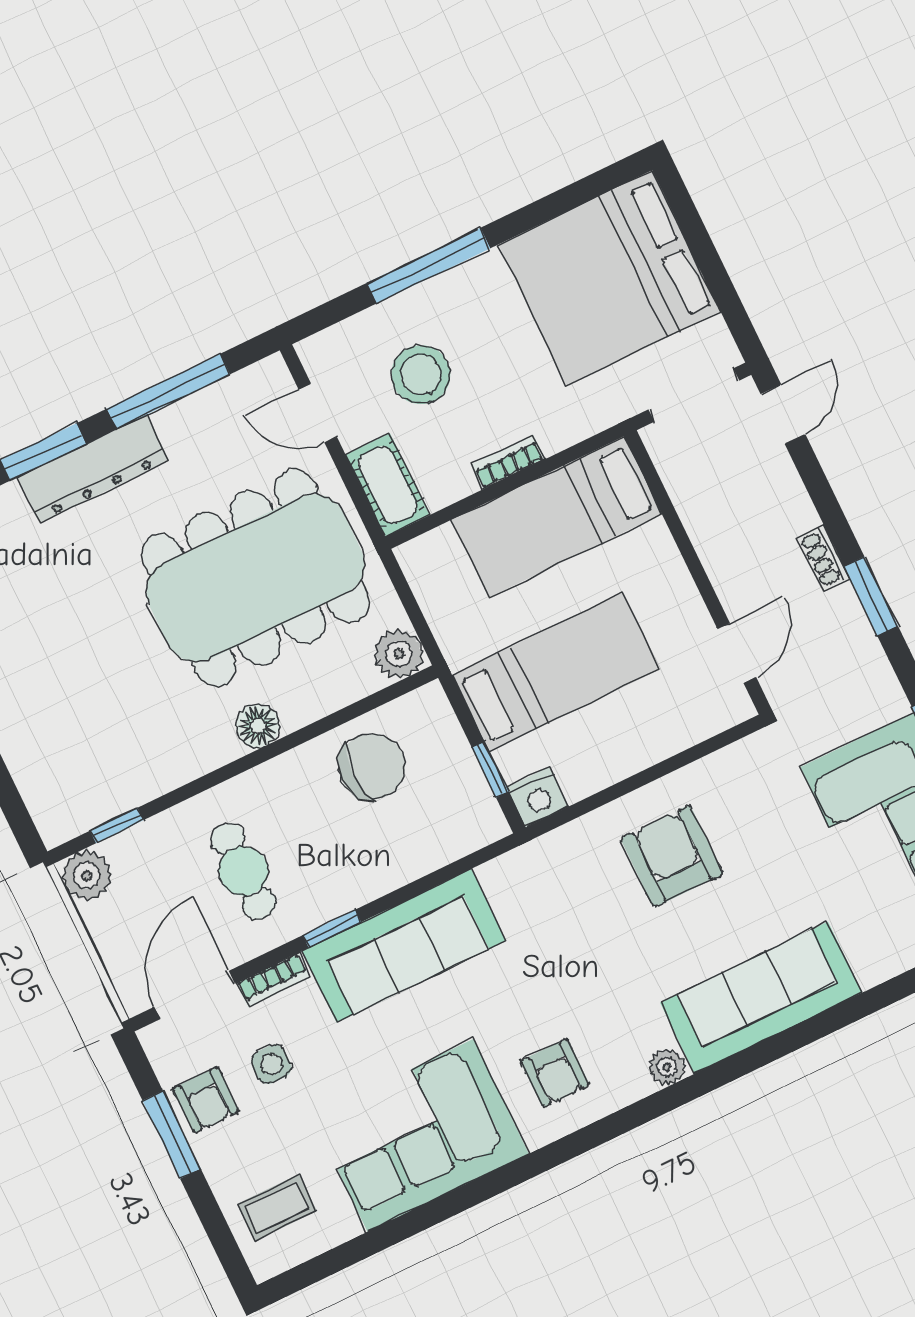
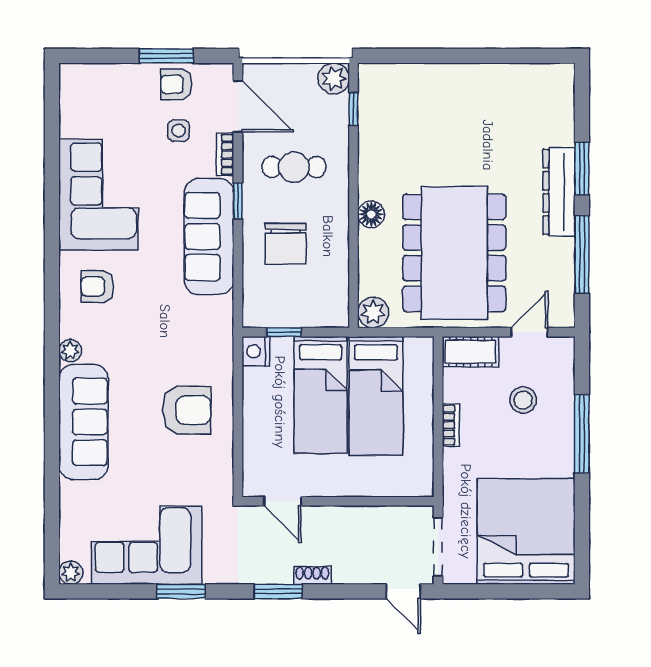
stool: (421, 375) -> (523, 400), width x0.73, depth x0.73
bed: (557, 517) -> (376, 396), moved, turned 180
chair: (372, 767) -> (286, 244), moved
coffee table: (277, 1207) -> (97, 95), removed

